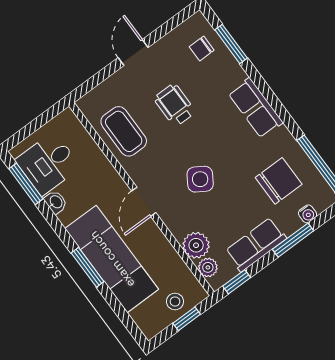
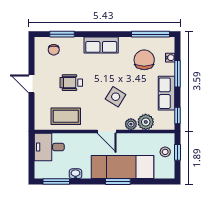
desk: (48, 164) -> (49, 147), moved, turned 90
plant: (208, 267) -> (131, 124), moved

